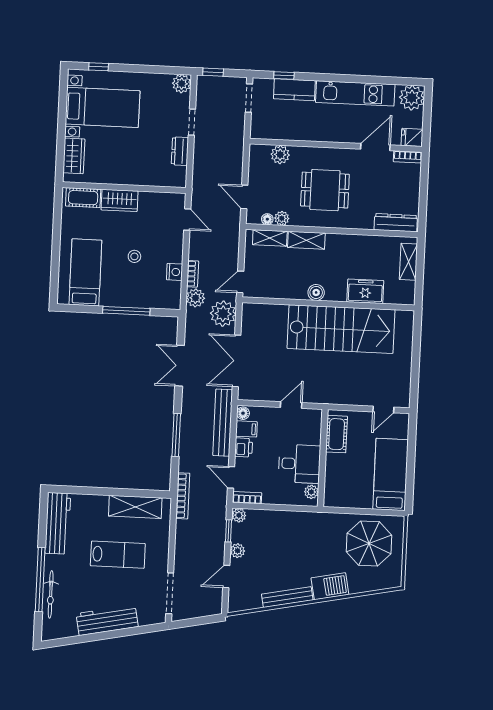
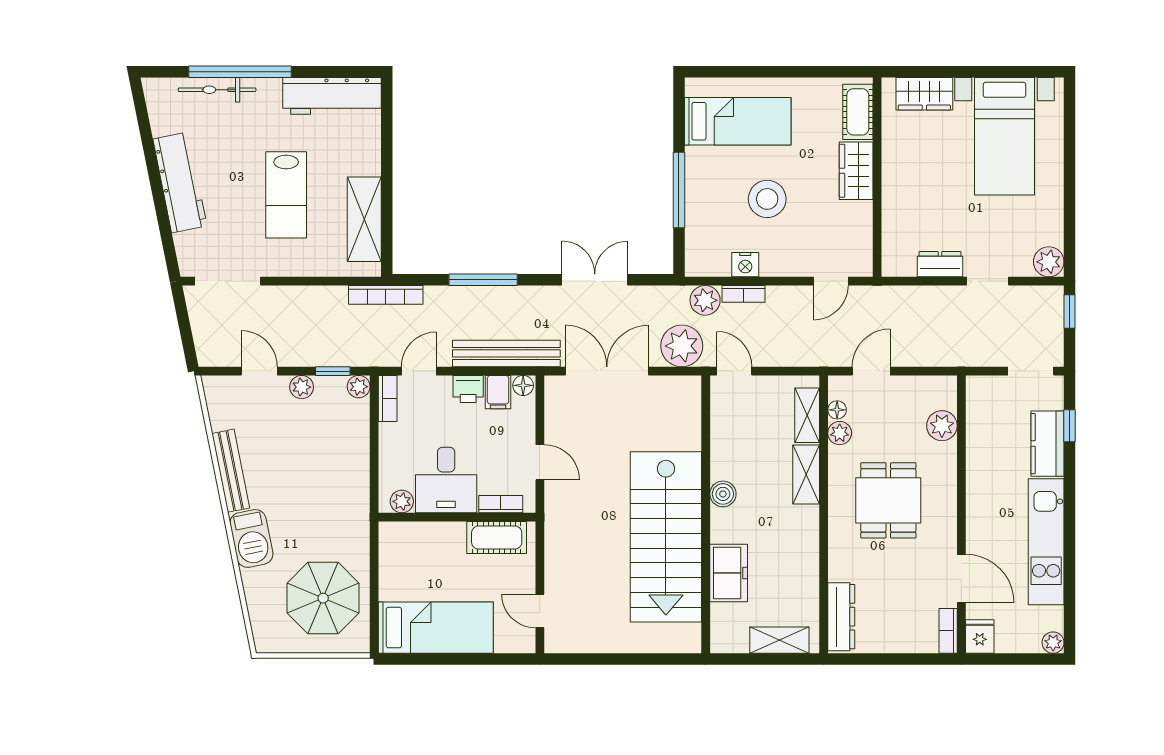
window: (99, 67) -> (1070, 127), removed
plant: (412, 98) -> (1053, 643), width x0.53, depth x0.53
stool: (134, 256) -> (767, 199), width x1.89, depth x1.89
bookcase: (316, 431) -> (501, 504), added

